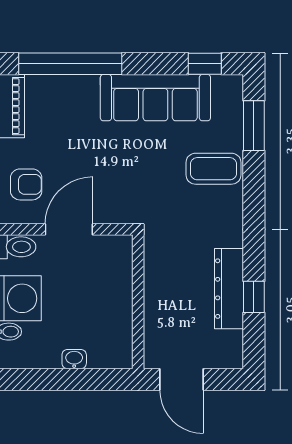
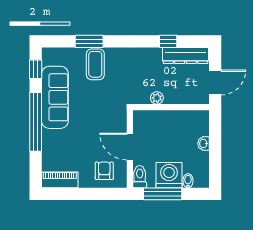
window: (70, 64) -> (36, 122), moved
window: (254, 126) -> (89, 41), moved
plant: (154, 277) -> (157, 98), added
dresser: (229, 289) -> (185, 56), moved

